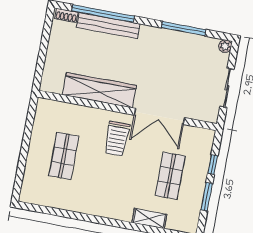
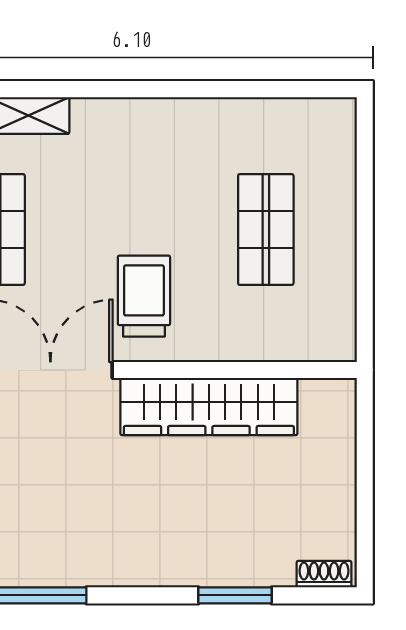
window: (103, 14) -> (235, 595), width x0.47
bench: (108, 26) -> (217, 568), removed

